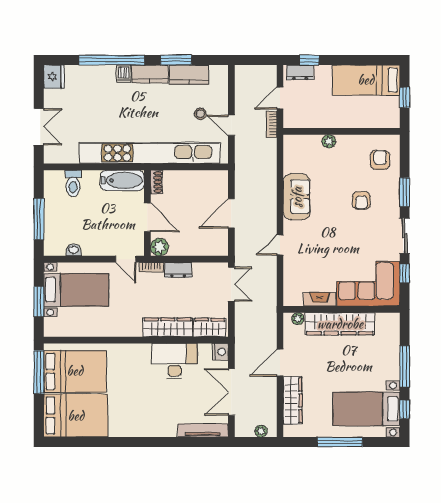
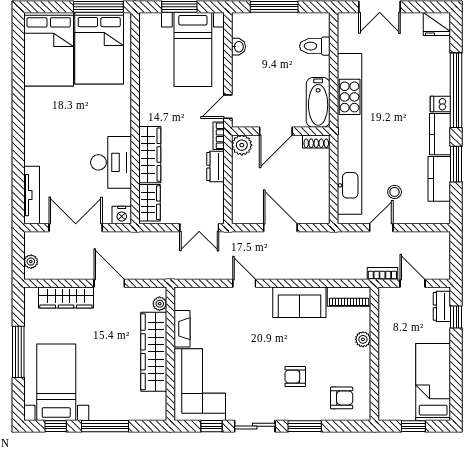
piano: (292, 153) -> (349, 297), added

